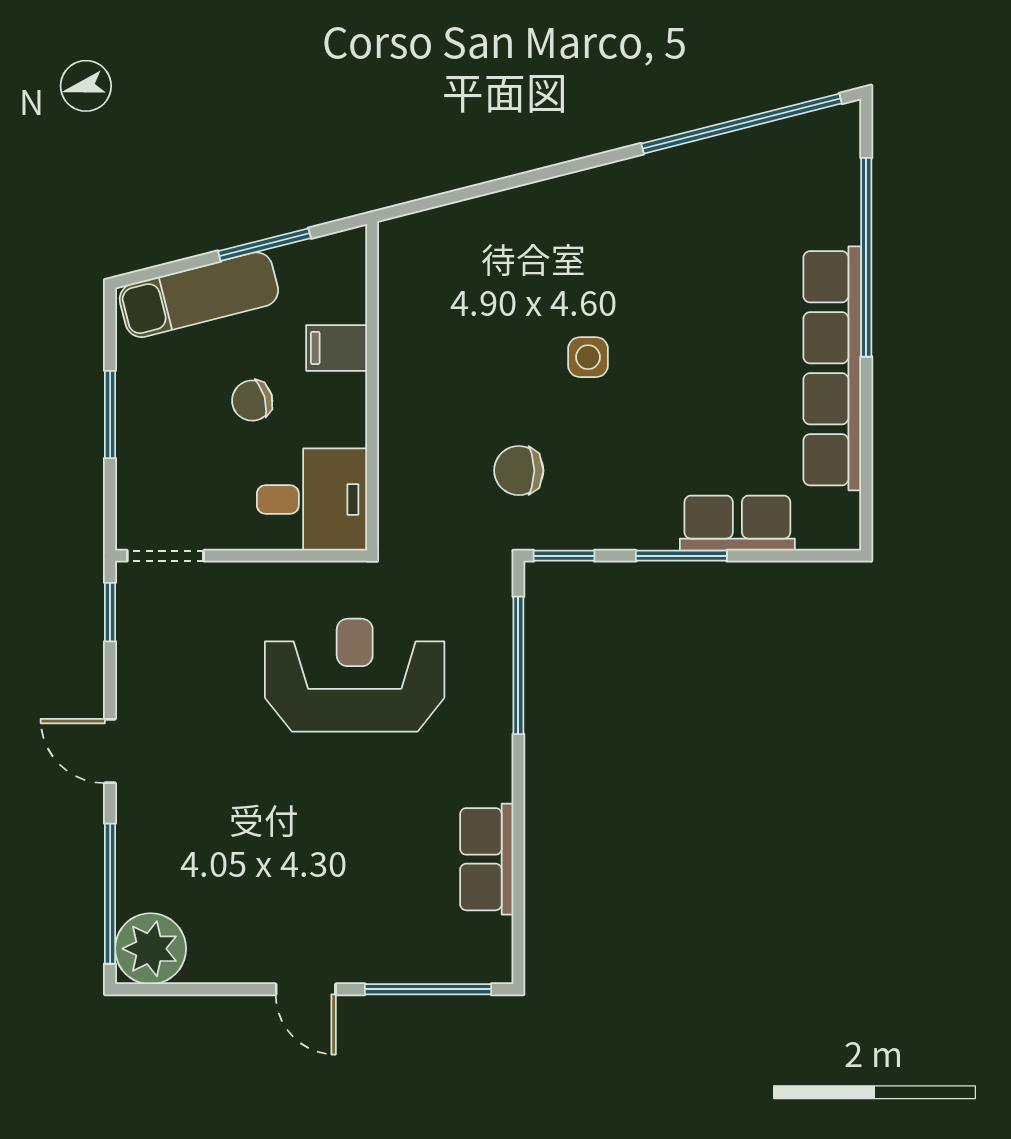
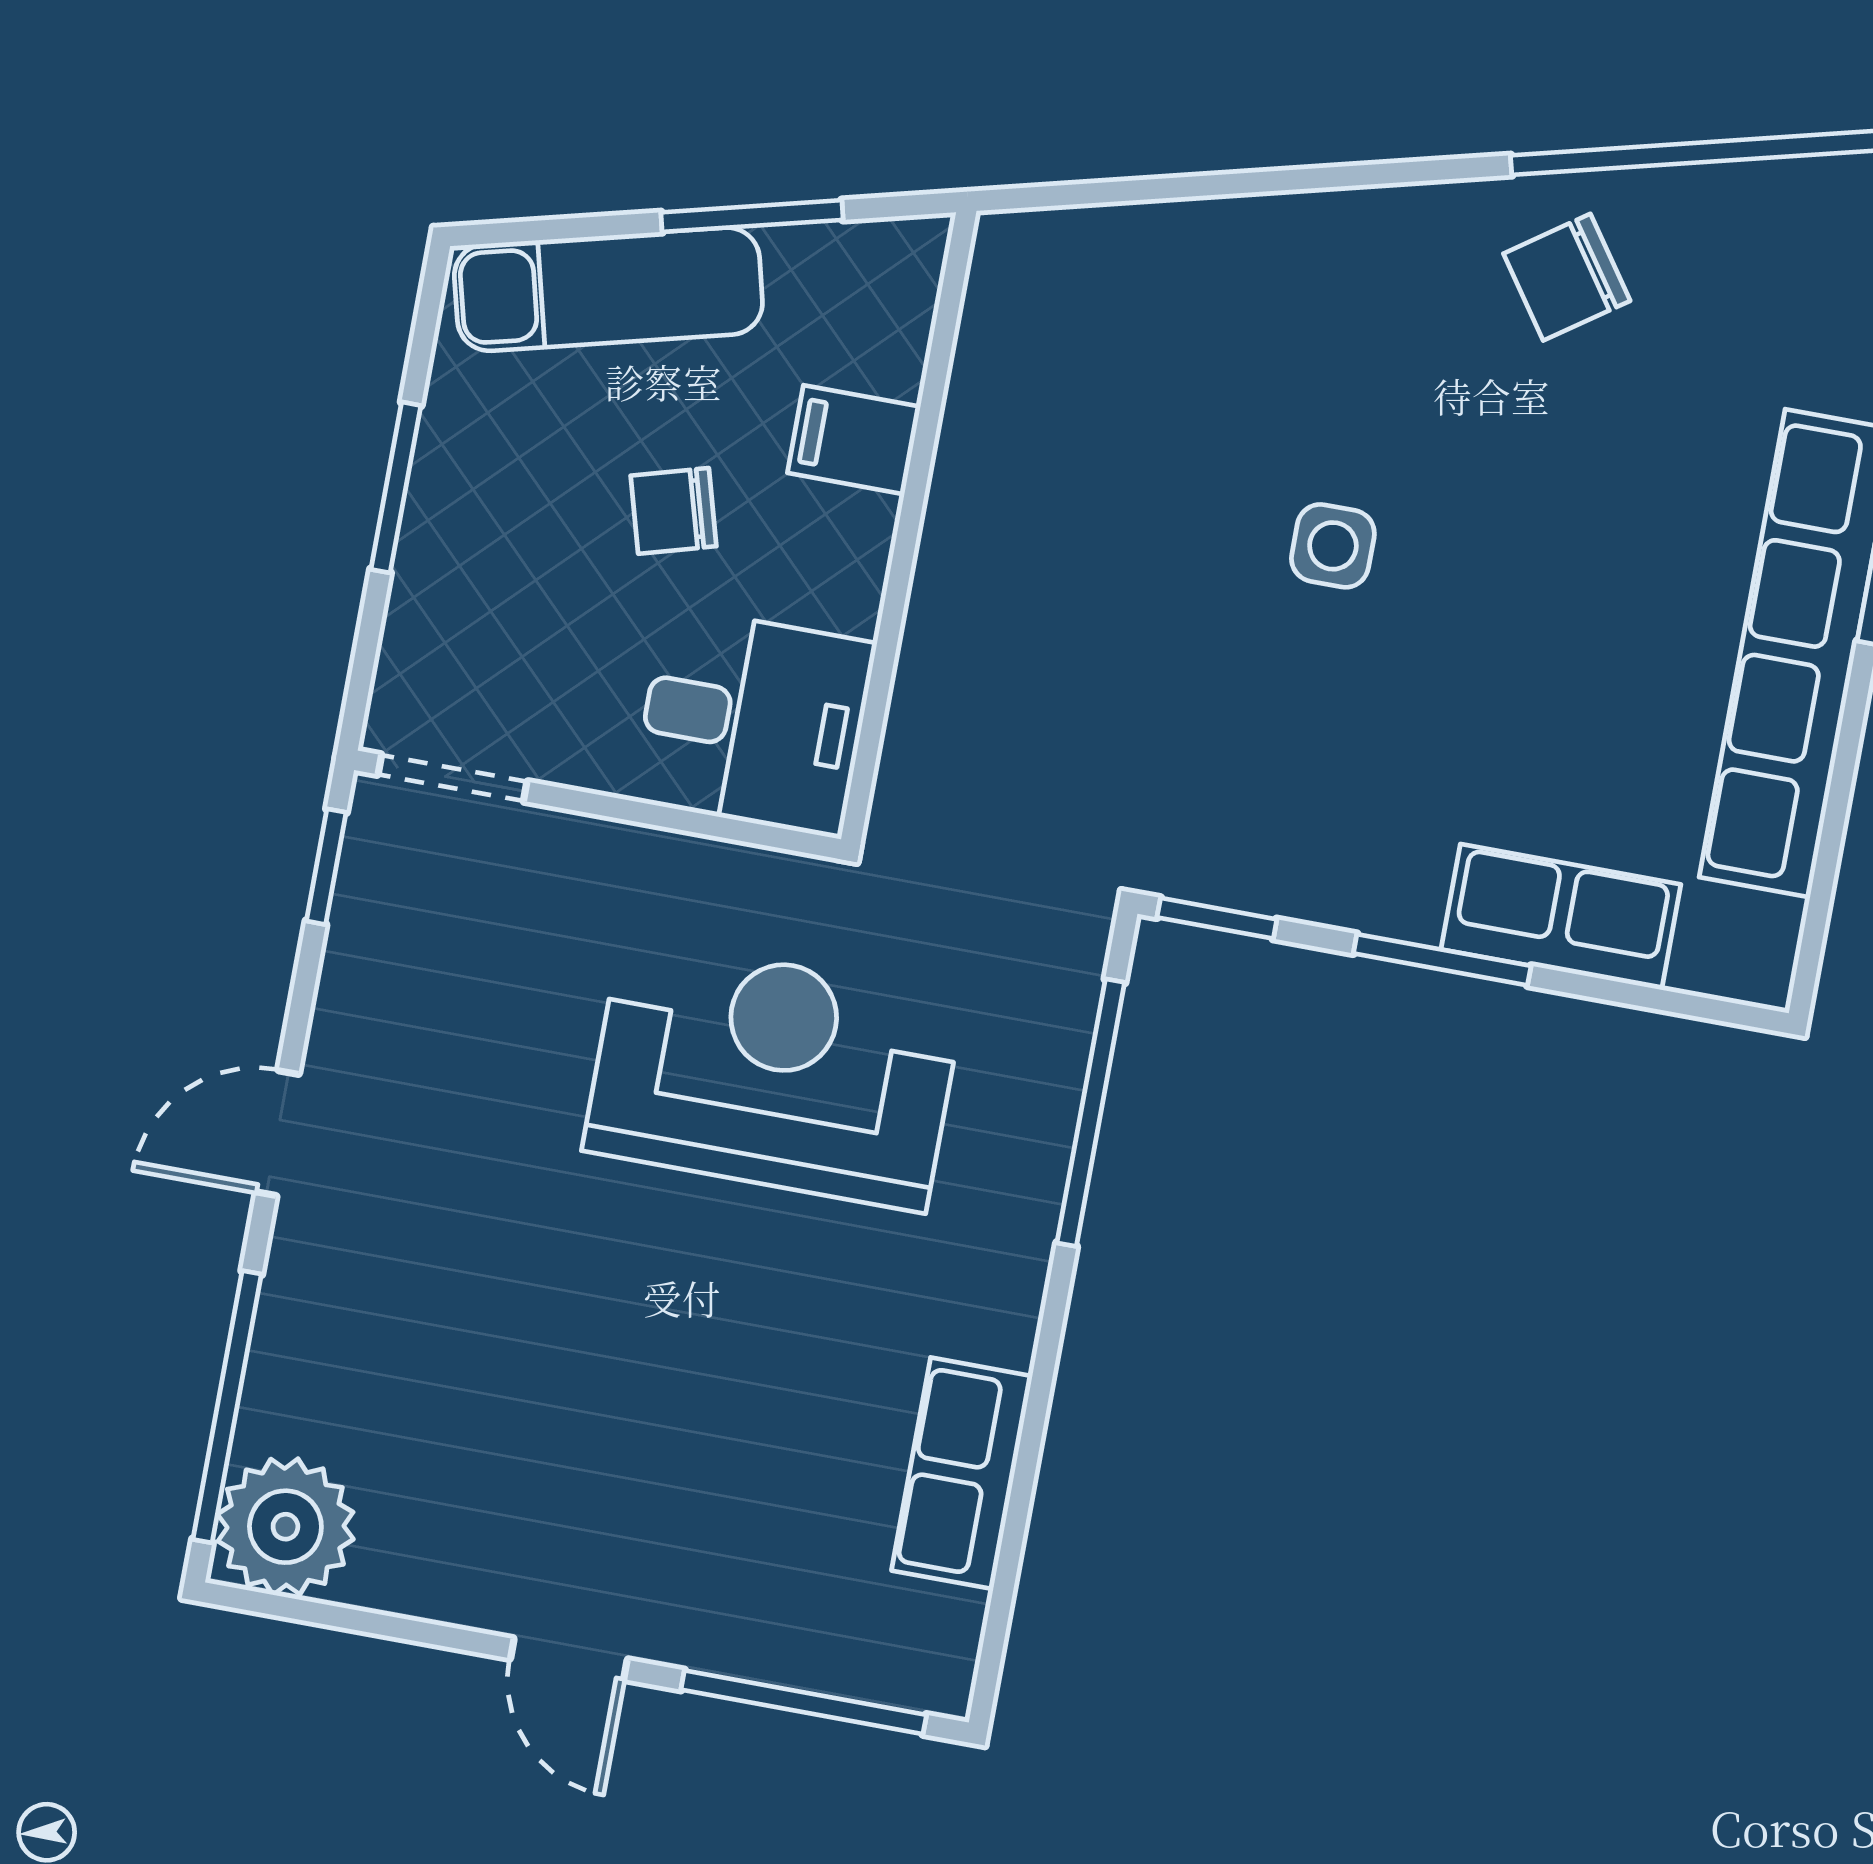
chair: (519, 471) -> (1567, 277), moved, turned -35
door: (110, 751) -> (277, 1133), hinge flipped

